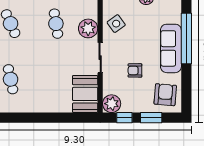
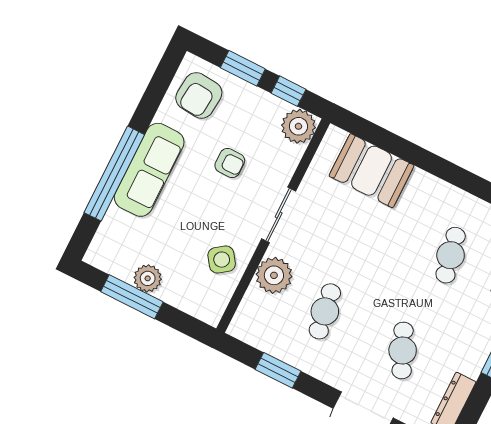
booth: (85, 94) -> (372, 171), moved, turned 90

